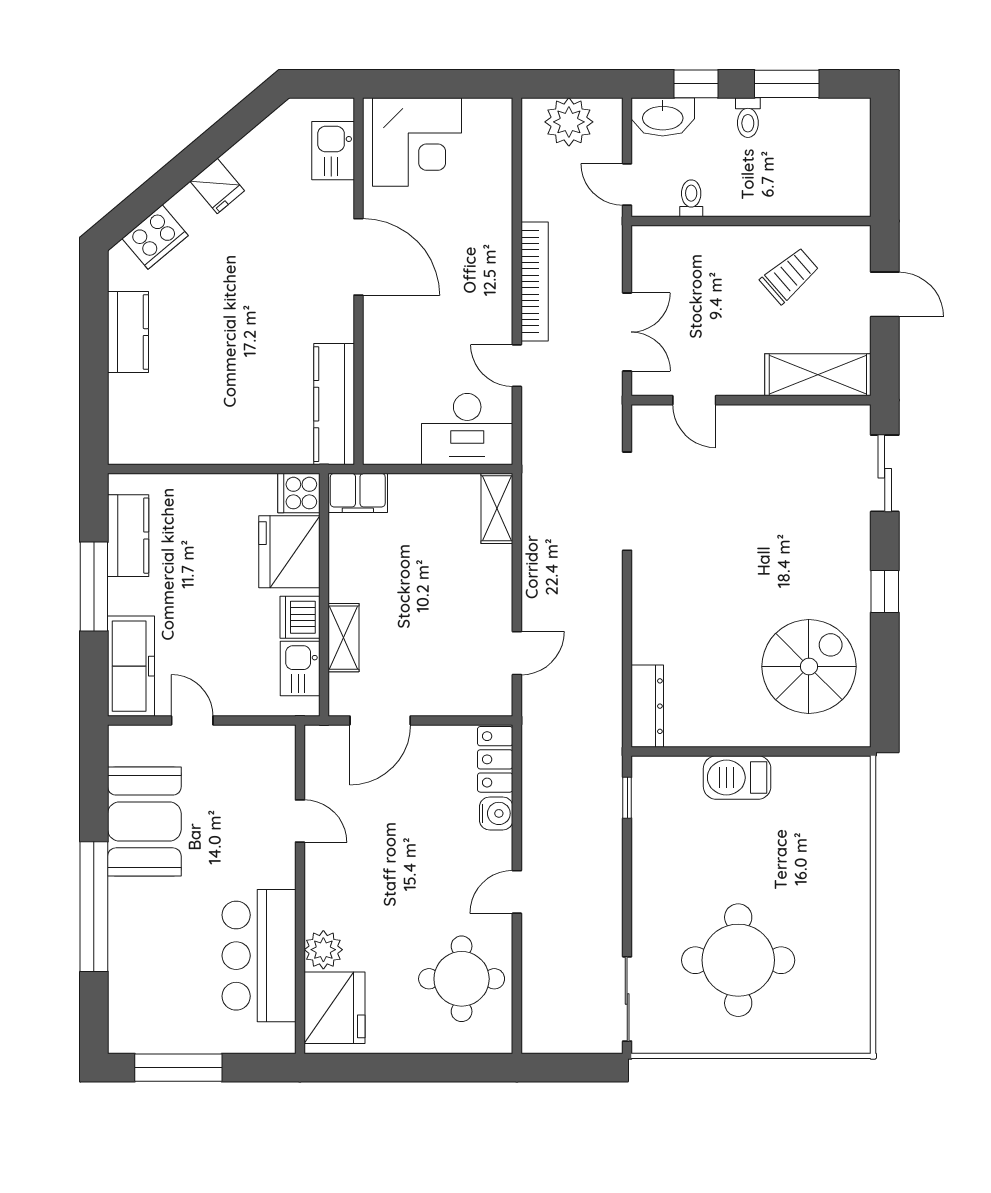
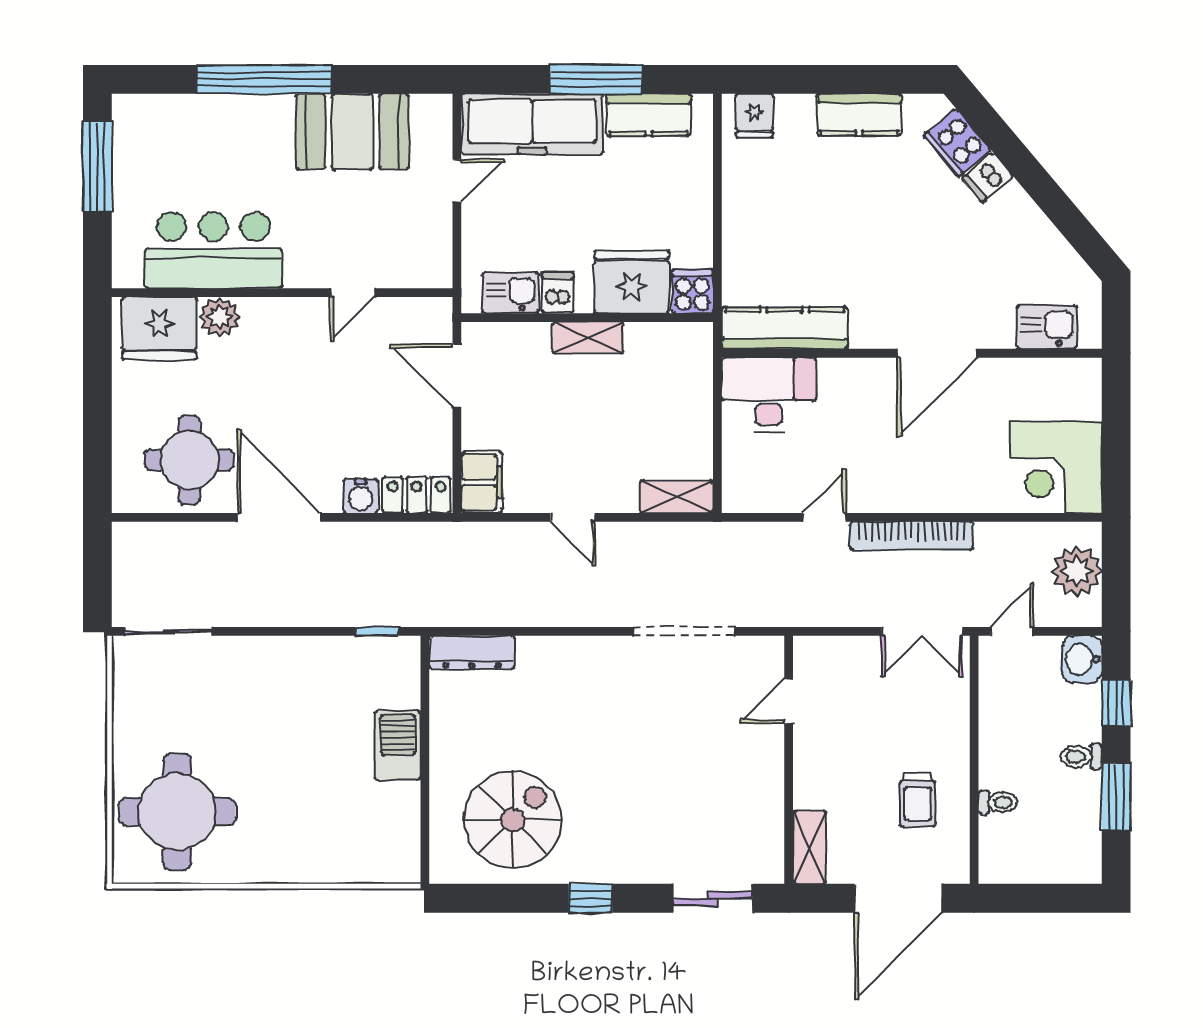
washbasin: (663, 117) -> (1082, 659), width x0.72
corner desk: (417, 142) -> (1056, 467), moved
fridge: (217, 186) -> (754, 116), moved, turned -50
toilet: (691, 198) -> (998, 802), moved
dishwasher: (189, 208) -> (988, 178), added
trolley: (790, 276) -> (918, 800), turned 41
door: (885, 294) -> (898, 898), width x1.87
double door: (627, 332) -> (922, 631), moved
shelving: (818, 375) -> (809, 847), width x0.67, depth x0.75
desk: (467, 429) -> (769, 395), moved, turned 90
filing cabinet: (358, 493) -> (482, 482), moved, turned 180
dishwasher: (300, 617) -> (558, 293), width x0.73
shelving: (344, 638) -> (588, 338), moved
door: (517, 653) -> (573, 517), moved
freezer: (131, 666) -> (532, 124), width x1.36, depth x1.26
spiral stairs: (809, 667) -> (513, 820), turned -90
door: (517, 892) -> (279, 517), width x1.88
round table: (738, 960) -> (177, 812), moved

